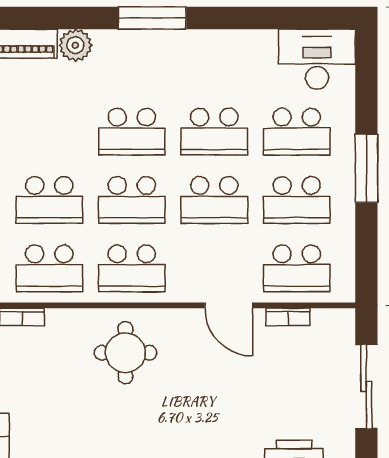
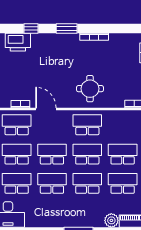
school desk: (49, 268) -> (123, 183), moved

